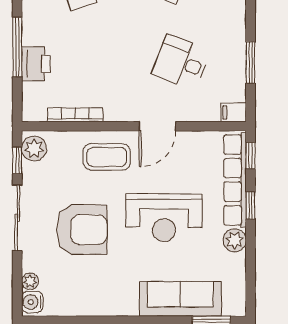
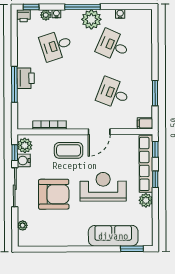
printer: (36, 64) -> (26, 78), moved
reception desk: (164, 218) -> (103, 187), turned 180
water cooler: (32, 302) -> (24, 160), moved

